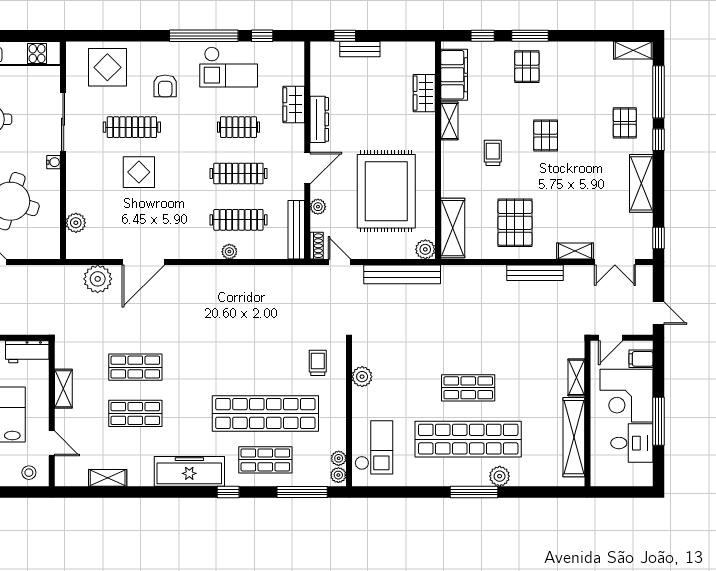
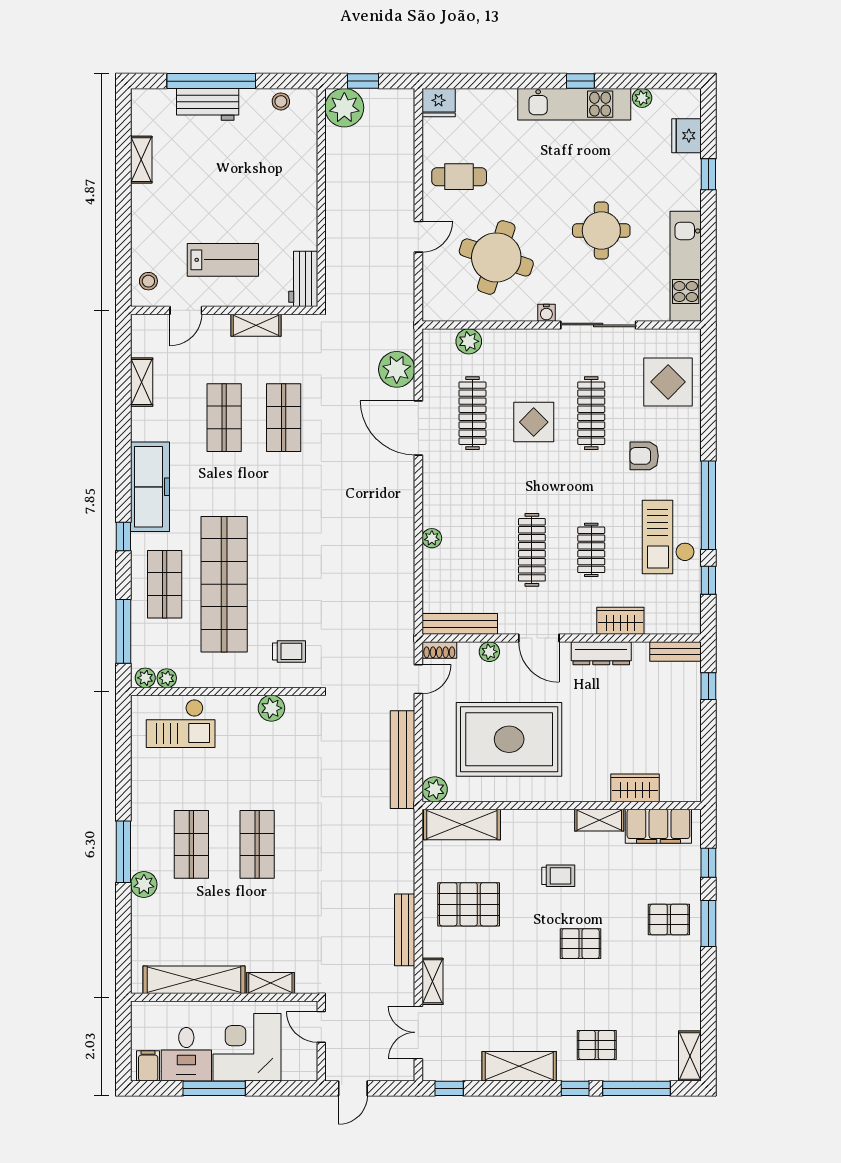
bench: (360, 49) -> (675, 652), moved, turned 90
clothes rail: (238, 220) -> (472, 413), moved
filing cabinet: (641, 359) -> (148, 1066), moved
shop shelf: (468, 439) -> (191, 844), width x0.50, depth x0.74

